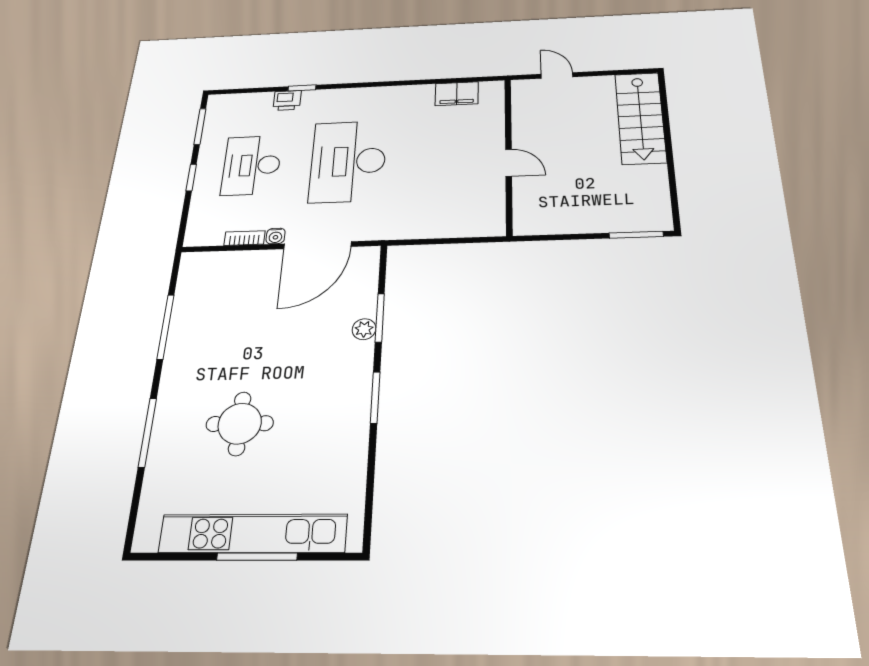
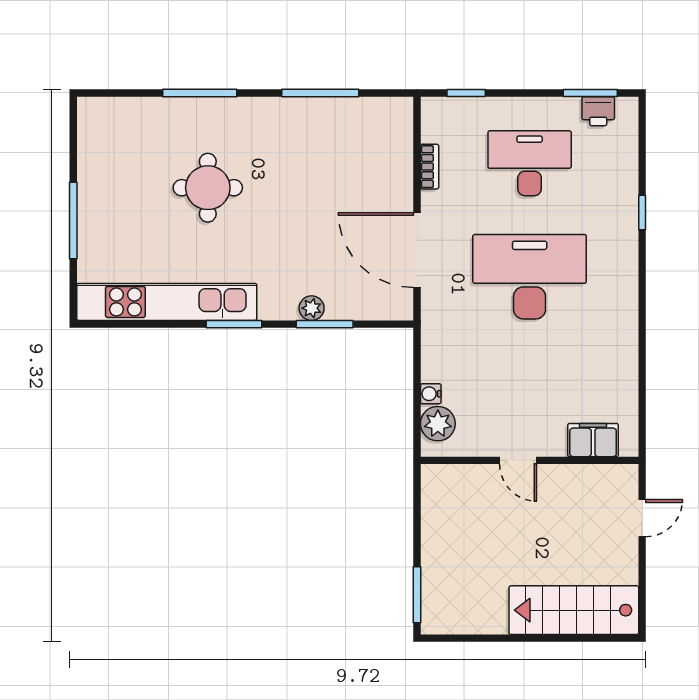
filing cabinet: (457, 94) -> (593, 440), moved, turned 90
printer: (287, 100) -> (598, 111), moved, turned -90
door: (509, 163) -> (518, 460), hinge flipped
window: (191, 178) -> (466, 93), moved
plant: (475, 224) -> (438, 424), added
water cooler: (276, 236) -> (431, 394), moved
kitchen unit: (253, 533) -> (167, 302), moved, turned -90

